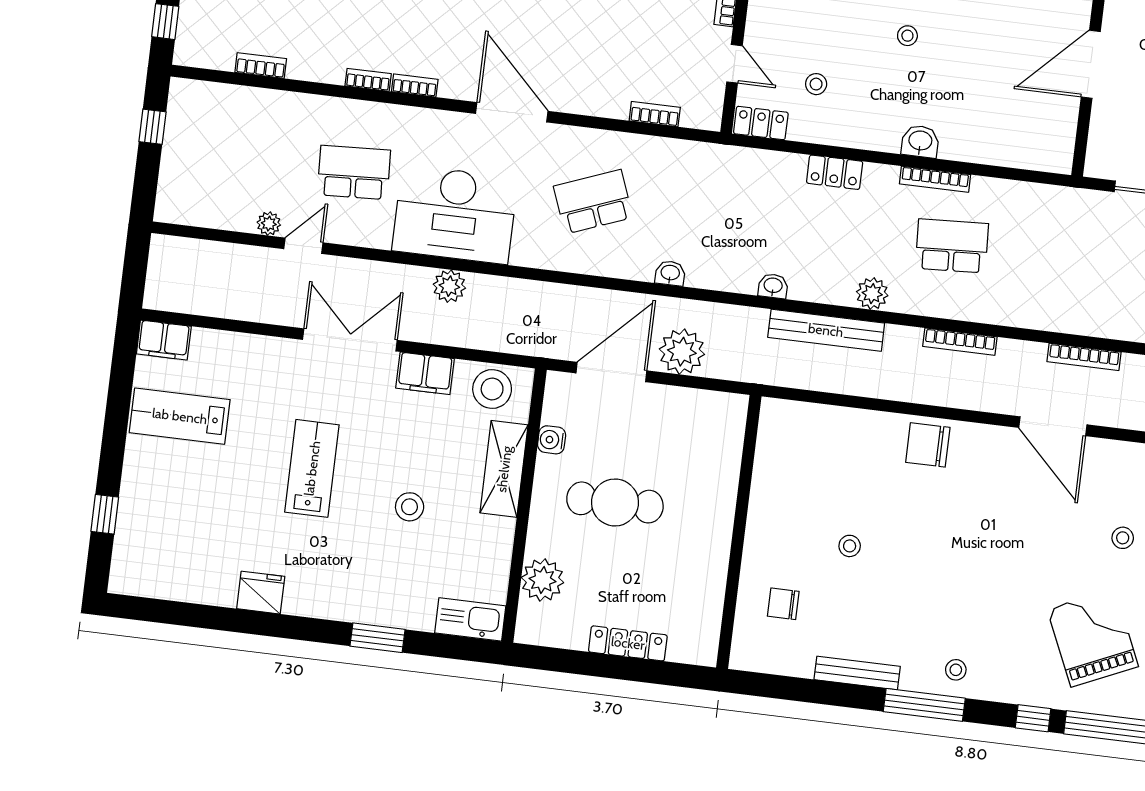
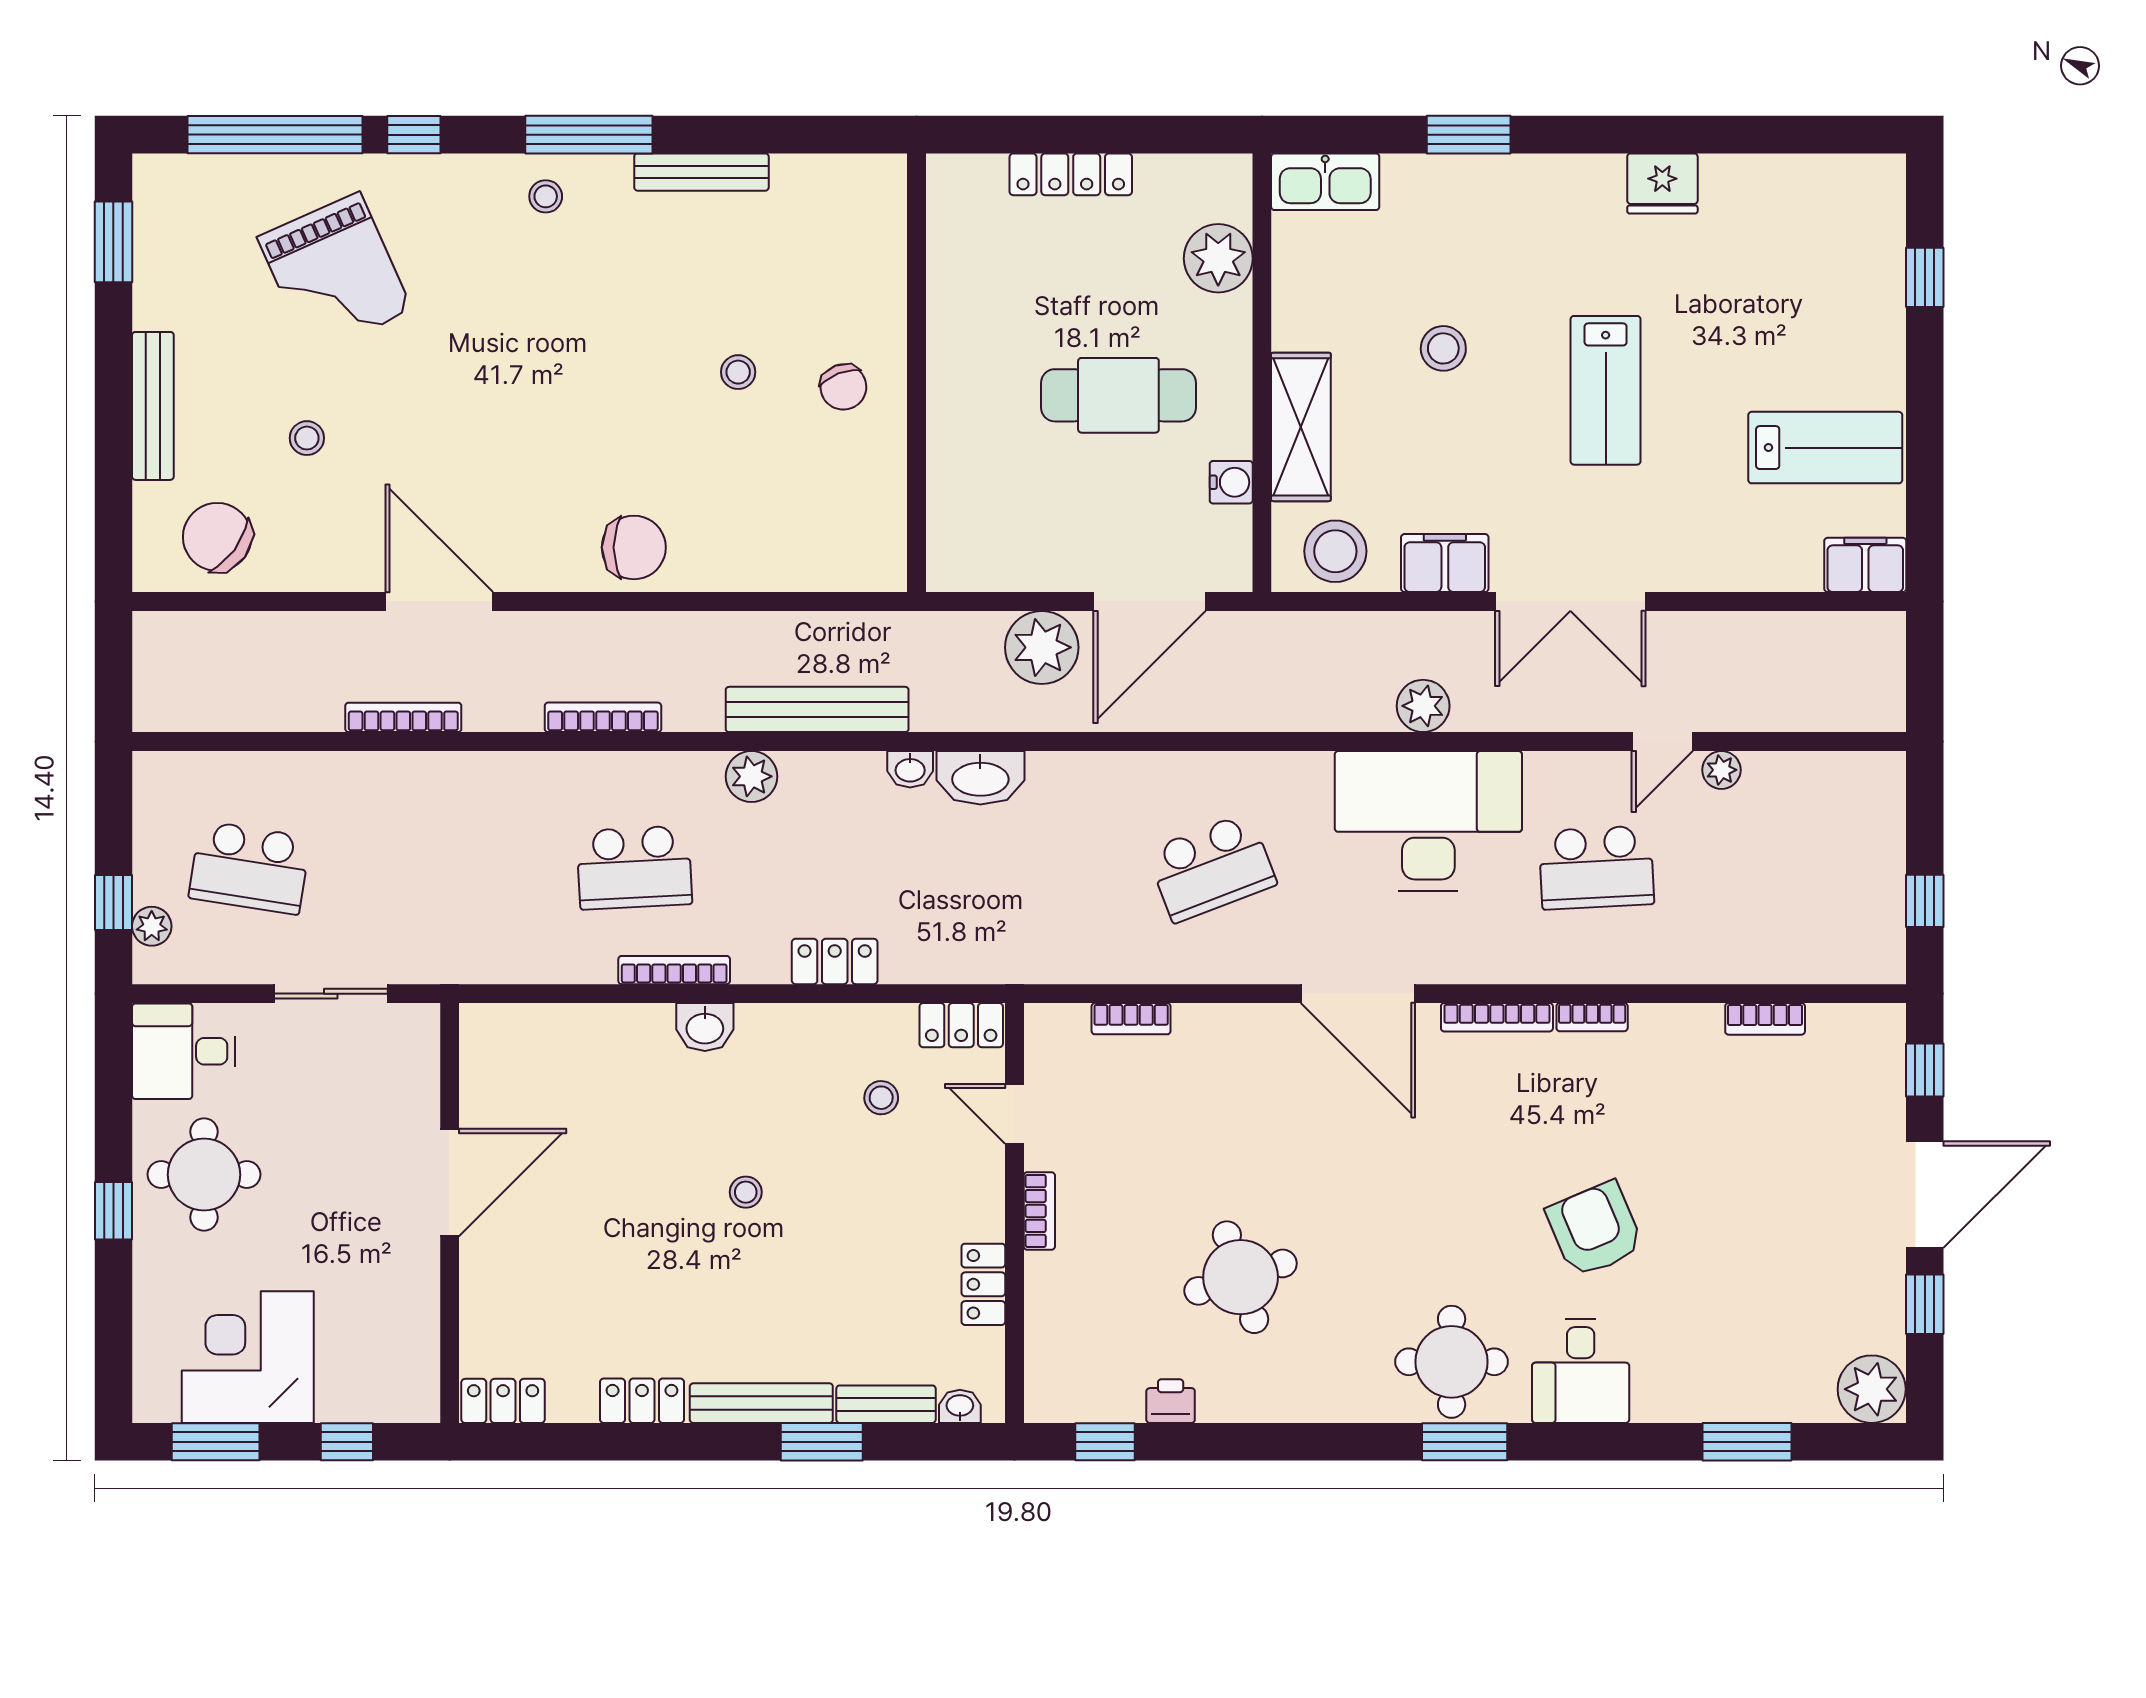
bookcase: (415, 85) -> (1497, 1017), width x1.56
washbasin: (670, 273) -> (980, 778), moved, width x1.91, depth x1.45
chair: (783, 604) -> (843, 387), moved, turned 69

